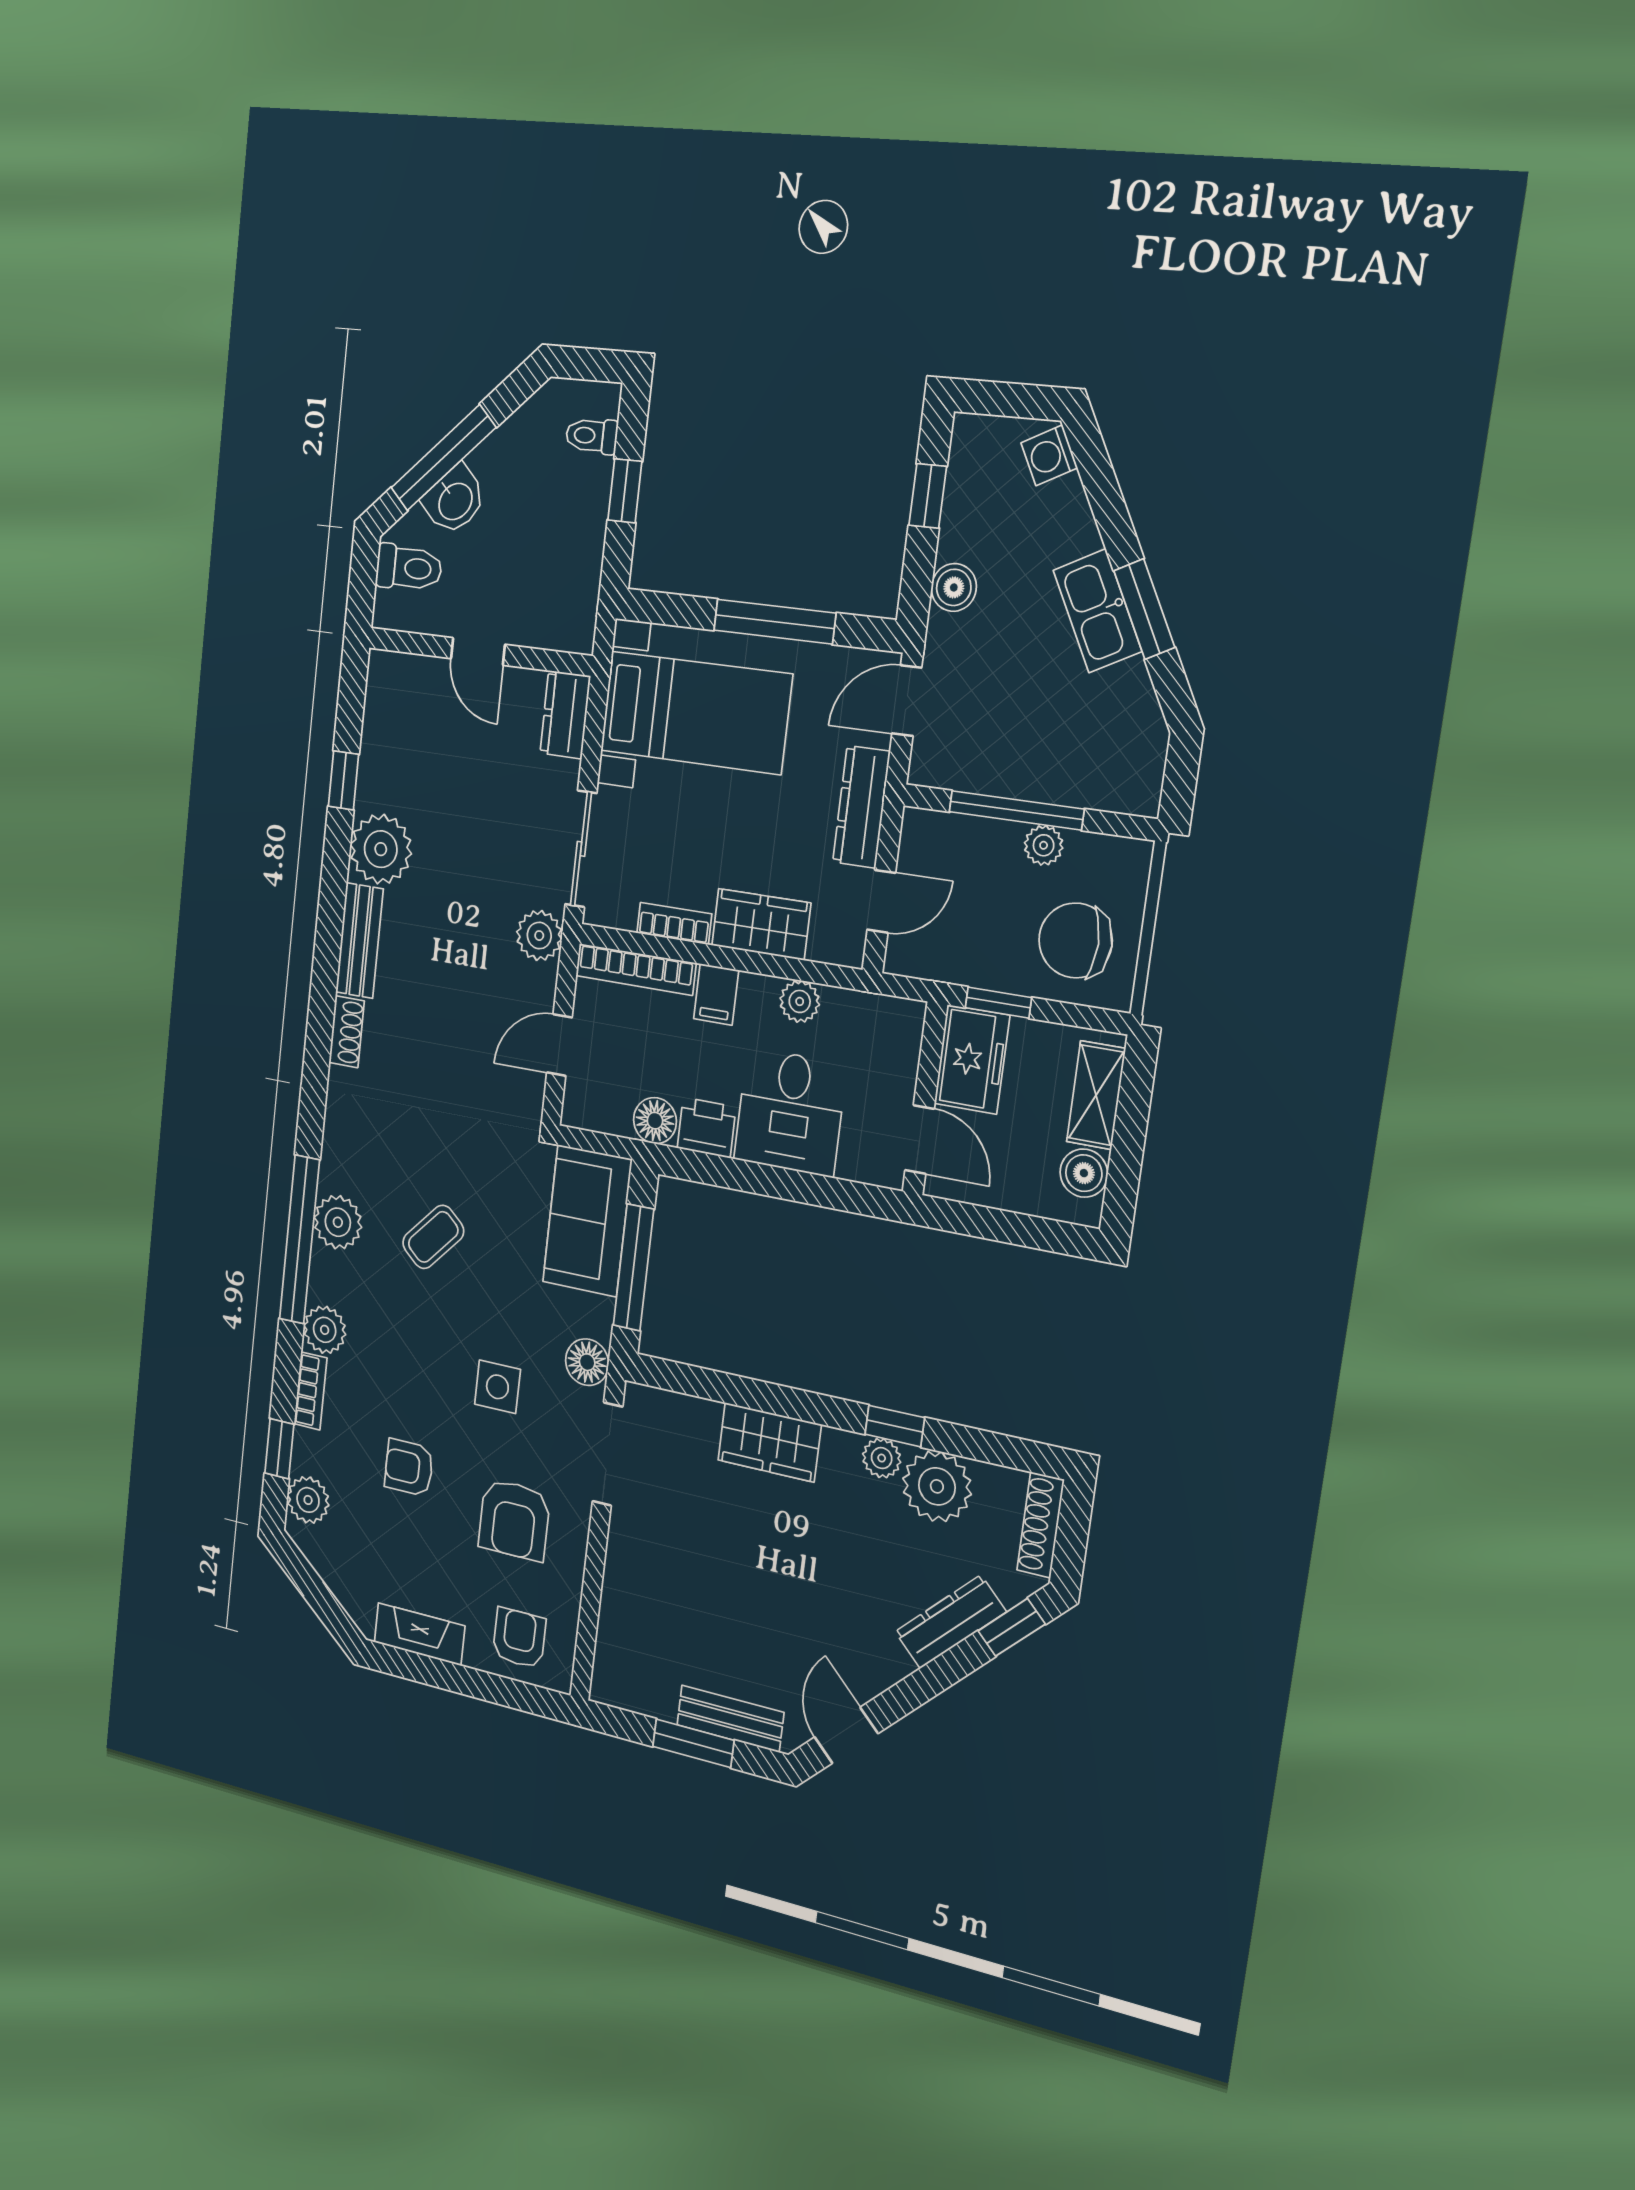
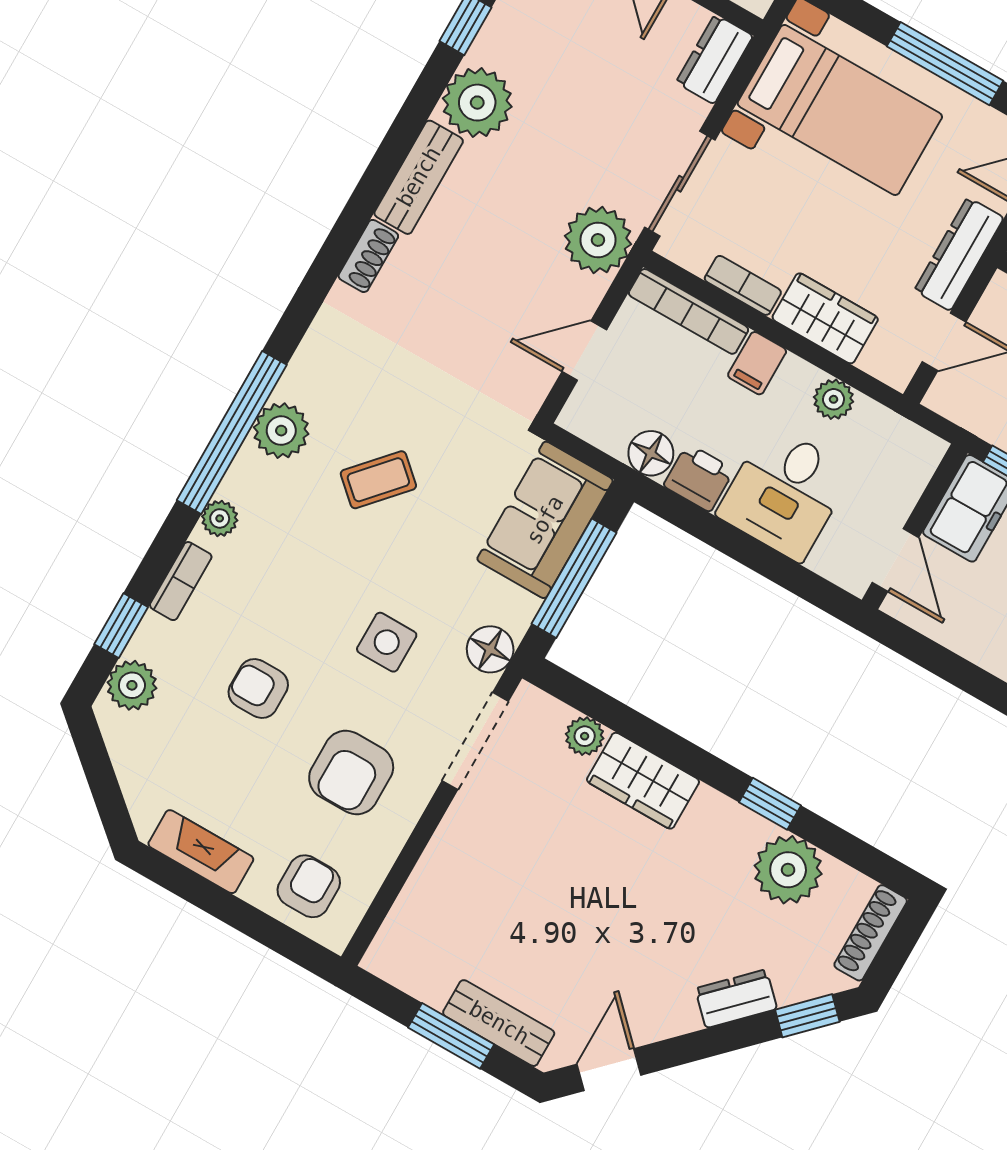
plant: (539, 936) -> (598, 240), width x1.36, depth x1.36
plant: (325, 1330) -> (220, 518), width x0.73, depth x0.73
plant: (882, 1458) -> (585, 736), moved
dresser: (950, 1622) -> (736, 999), width x0.70

